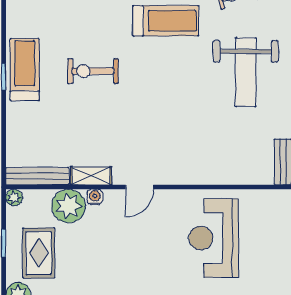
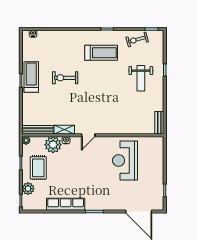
weight bench: (246, 72) -> (141, 78), width x0.73, depth x0.75

